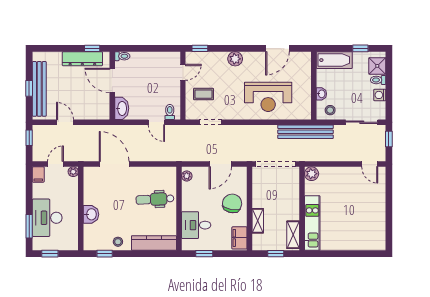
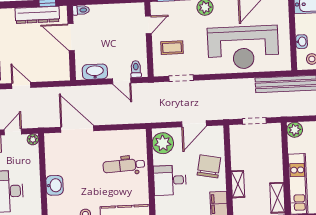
reception desk: (268, 97) -> (243, 48), width x1.36, depth x1.30
washbasin: (122, 108) -> (95, 72), moved, turned -90
doorway: (275, 164) -> (254, 121), width x0.53
plant: (187, 176) -> (163, 143), width x1.88, depth x1.88
desk: (196, 225) -> (170, 180), moved

